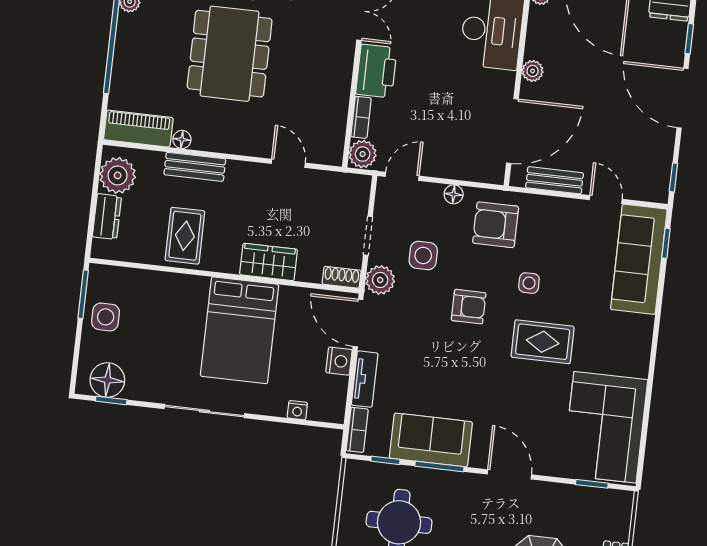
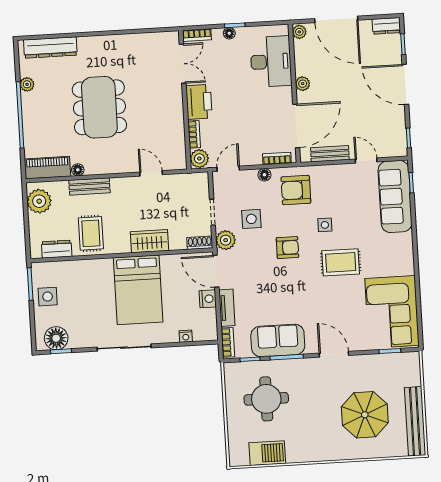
bookcase: (476, 174) -> (277, 158), added
dresser: (107, 217) -> (57, 249), moved, turned -90

